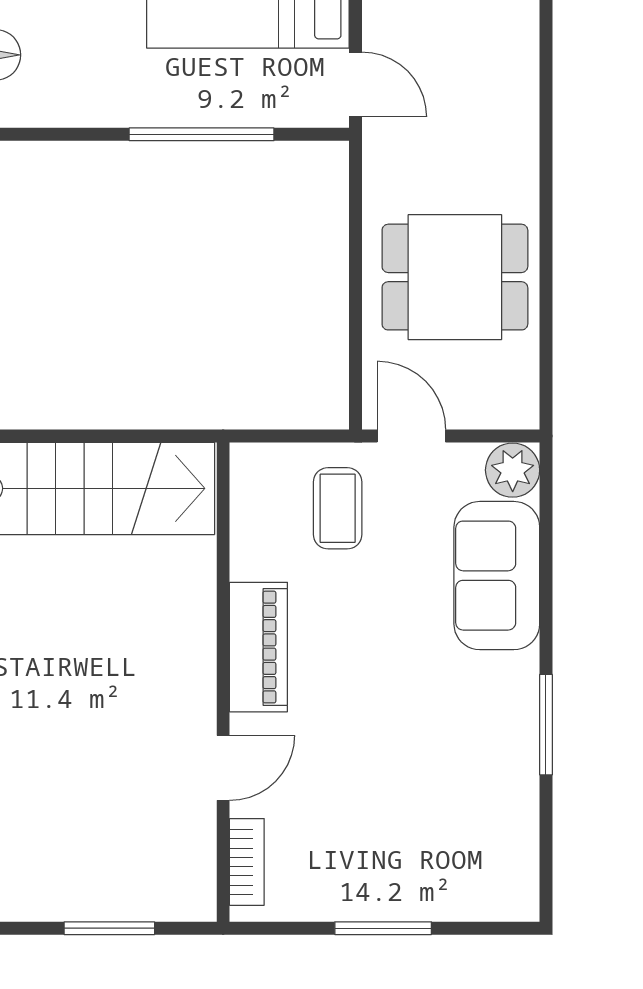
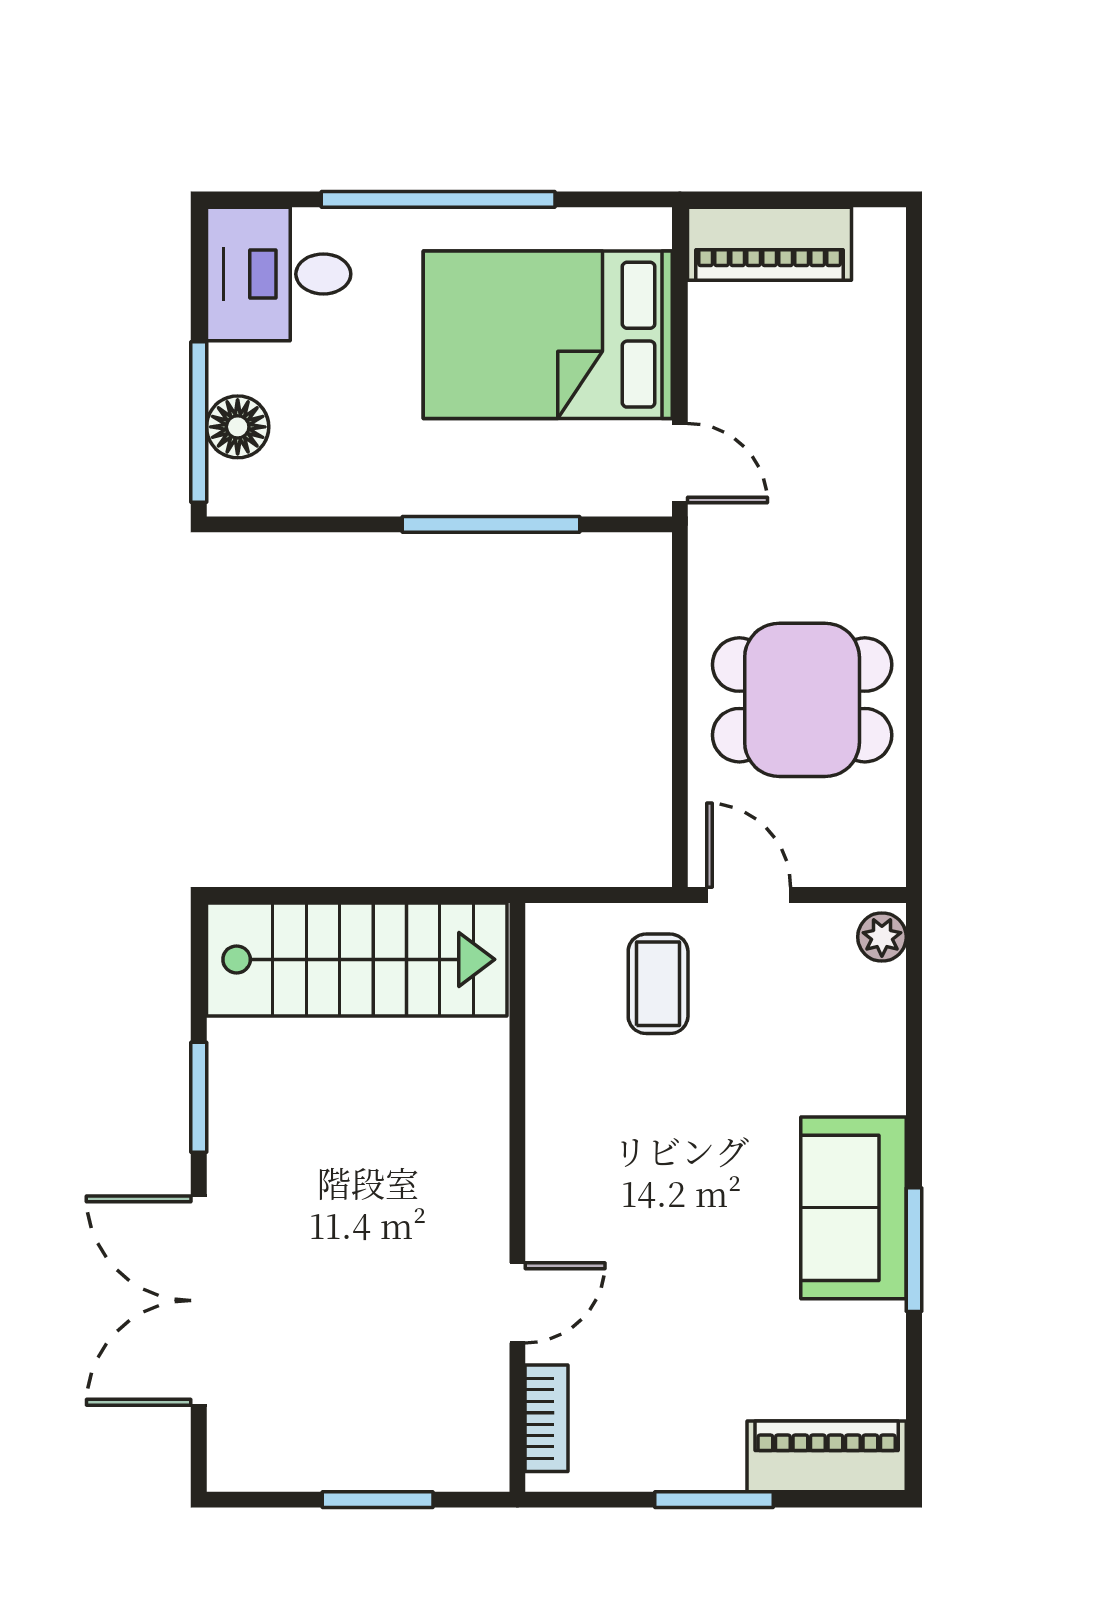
plant: (513, 470) -> (882, 937), width x0.73, depth x0.73
sofa: (497, 576) -> (854, 1208), moved
piano: (258, 647) -> (827, 1456), moved, turned -90

